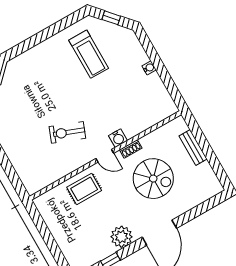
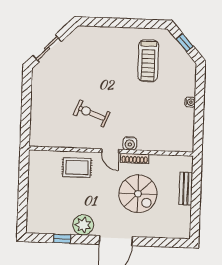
shoe rack: (131, 149) -> (135, 158), width x1.43

